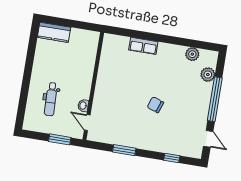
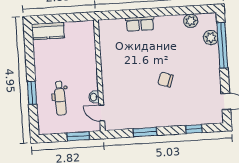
window: (25, 88) -> (32, 93), added
window: (215, 99) -> (222, 45), moved

